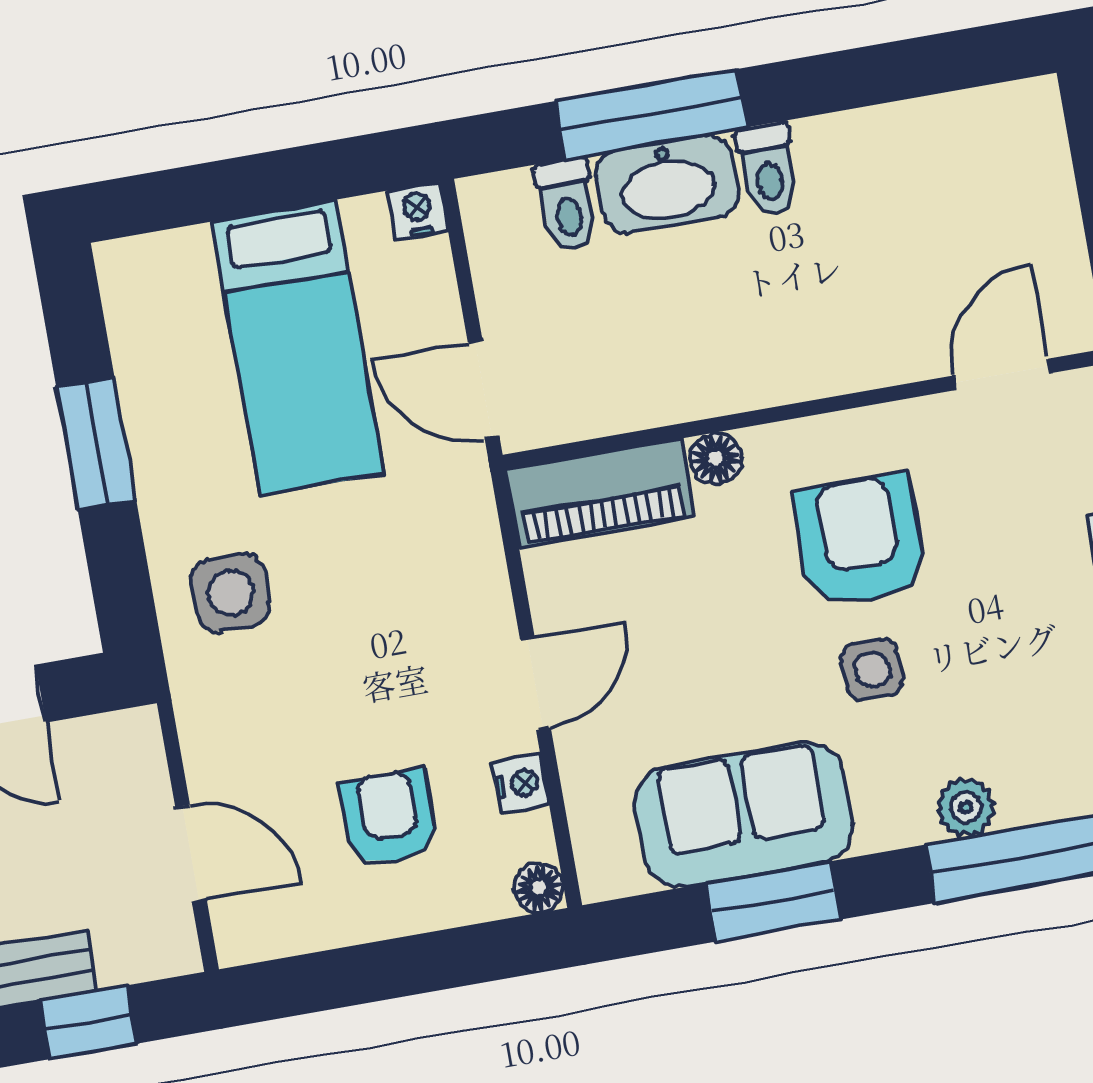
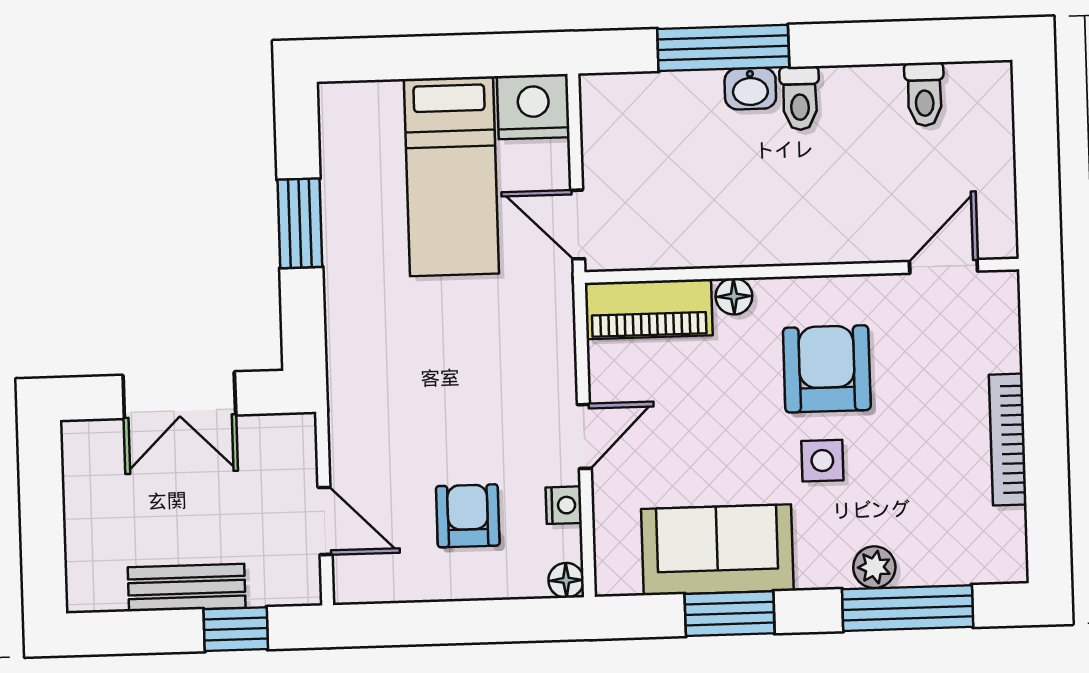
washbasin: (667, 184) -> (750, 89), width x0.52, depth x0.69
toilet: (567, 204) -> (924, 94), moved
nightstand: (418, 211) -> (533, 107), width x1.89, depth x1.79
side table: (231, 593) -> (379, 342), removed

